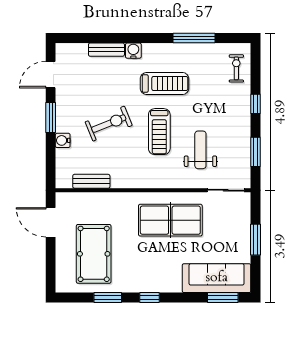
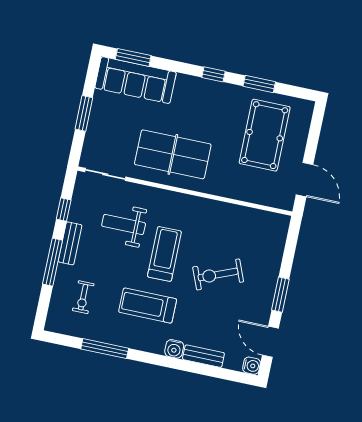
exercise bike: (236, 68) -> (83, 297), moved
door: (51, 75) -> (270, 342), swing flipped
window: (256, 104) -> (53, 262), width x2.17
water cooler: (63, 140) -> (252, 366), moved
weight bench: (200, 150) -> (124, 225), turned 90
window: (256, 152) -> (64, 210), width x0.67
bench: (91, 181) -> (70, 243), moved, turned 90

